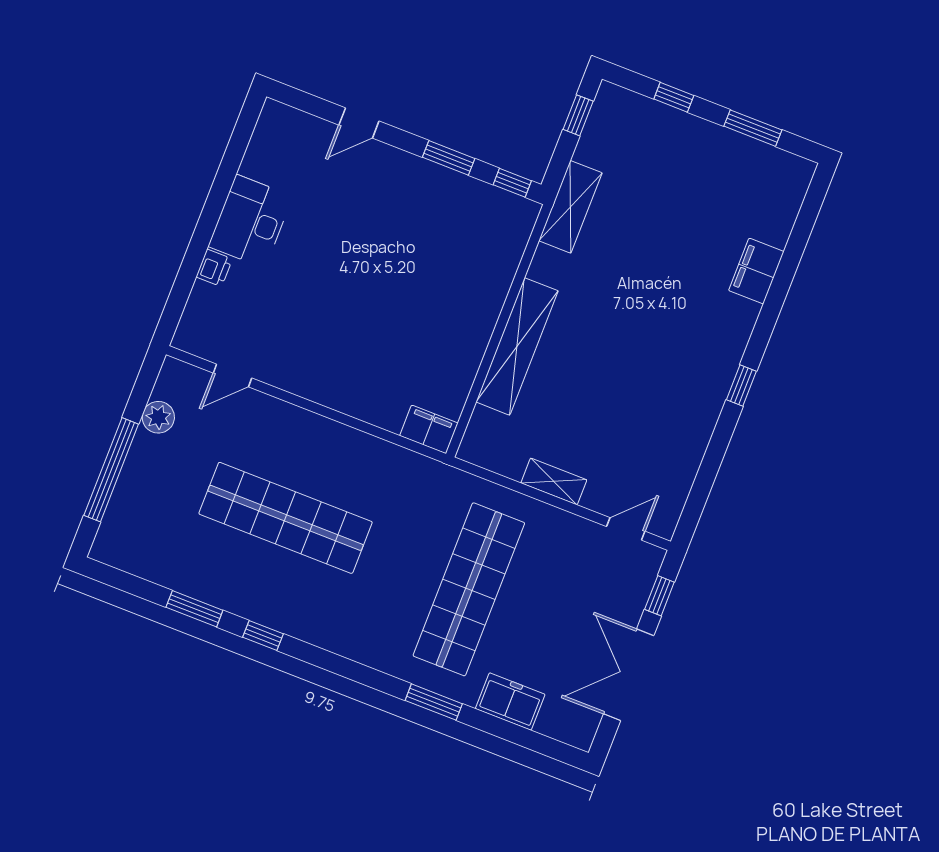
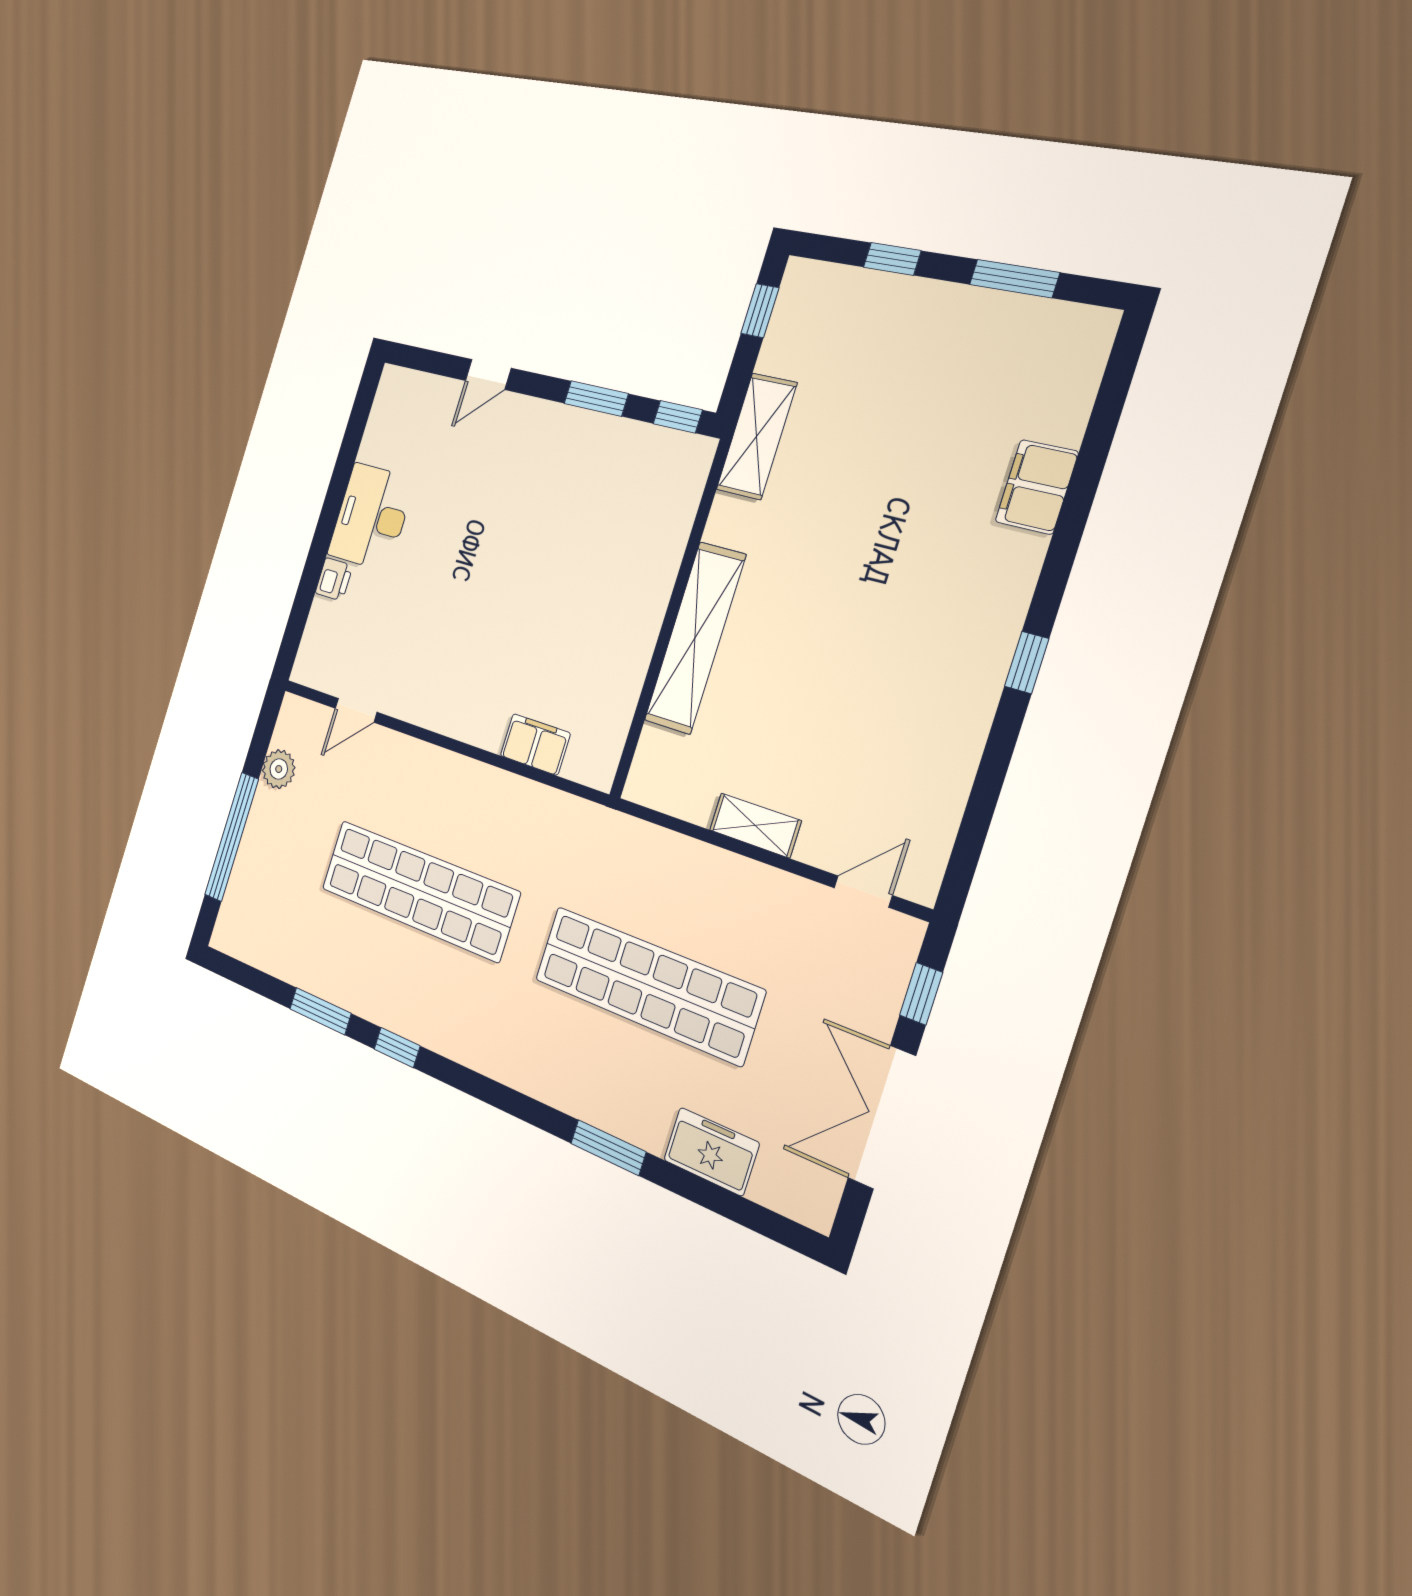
filing cabinet: (429, 429) -> (535, 744), moved
shop shelf: (469, 589) -> (647, 985), turned 90

